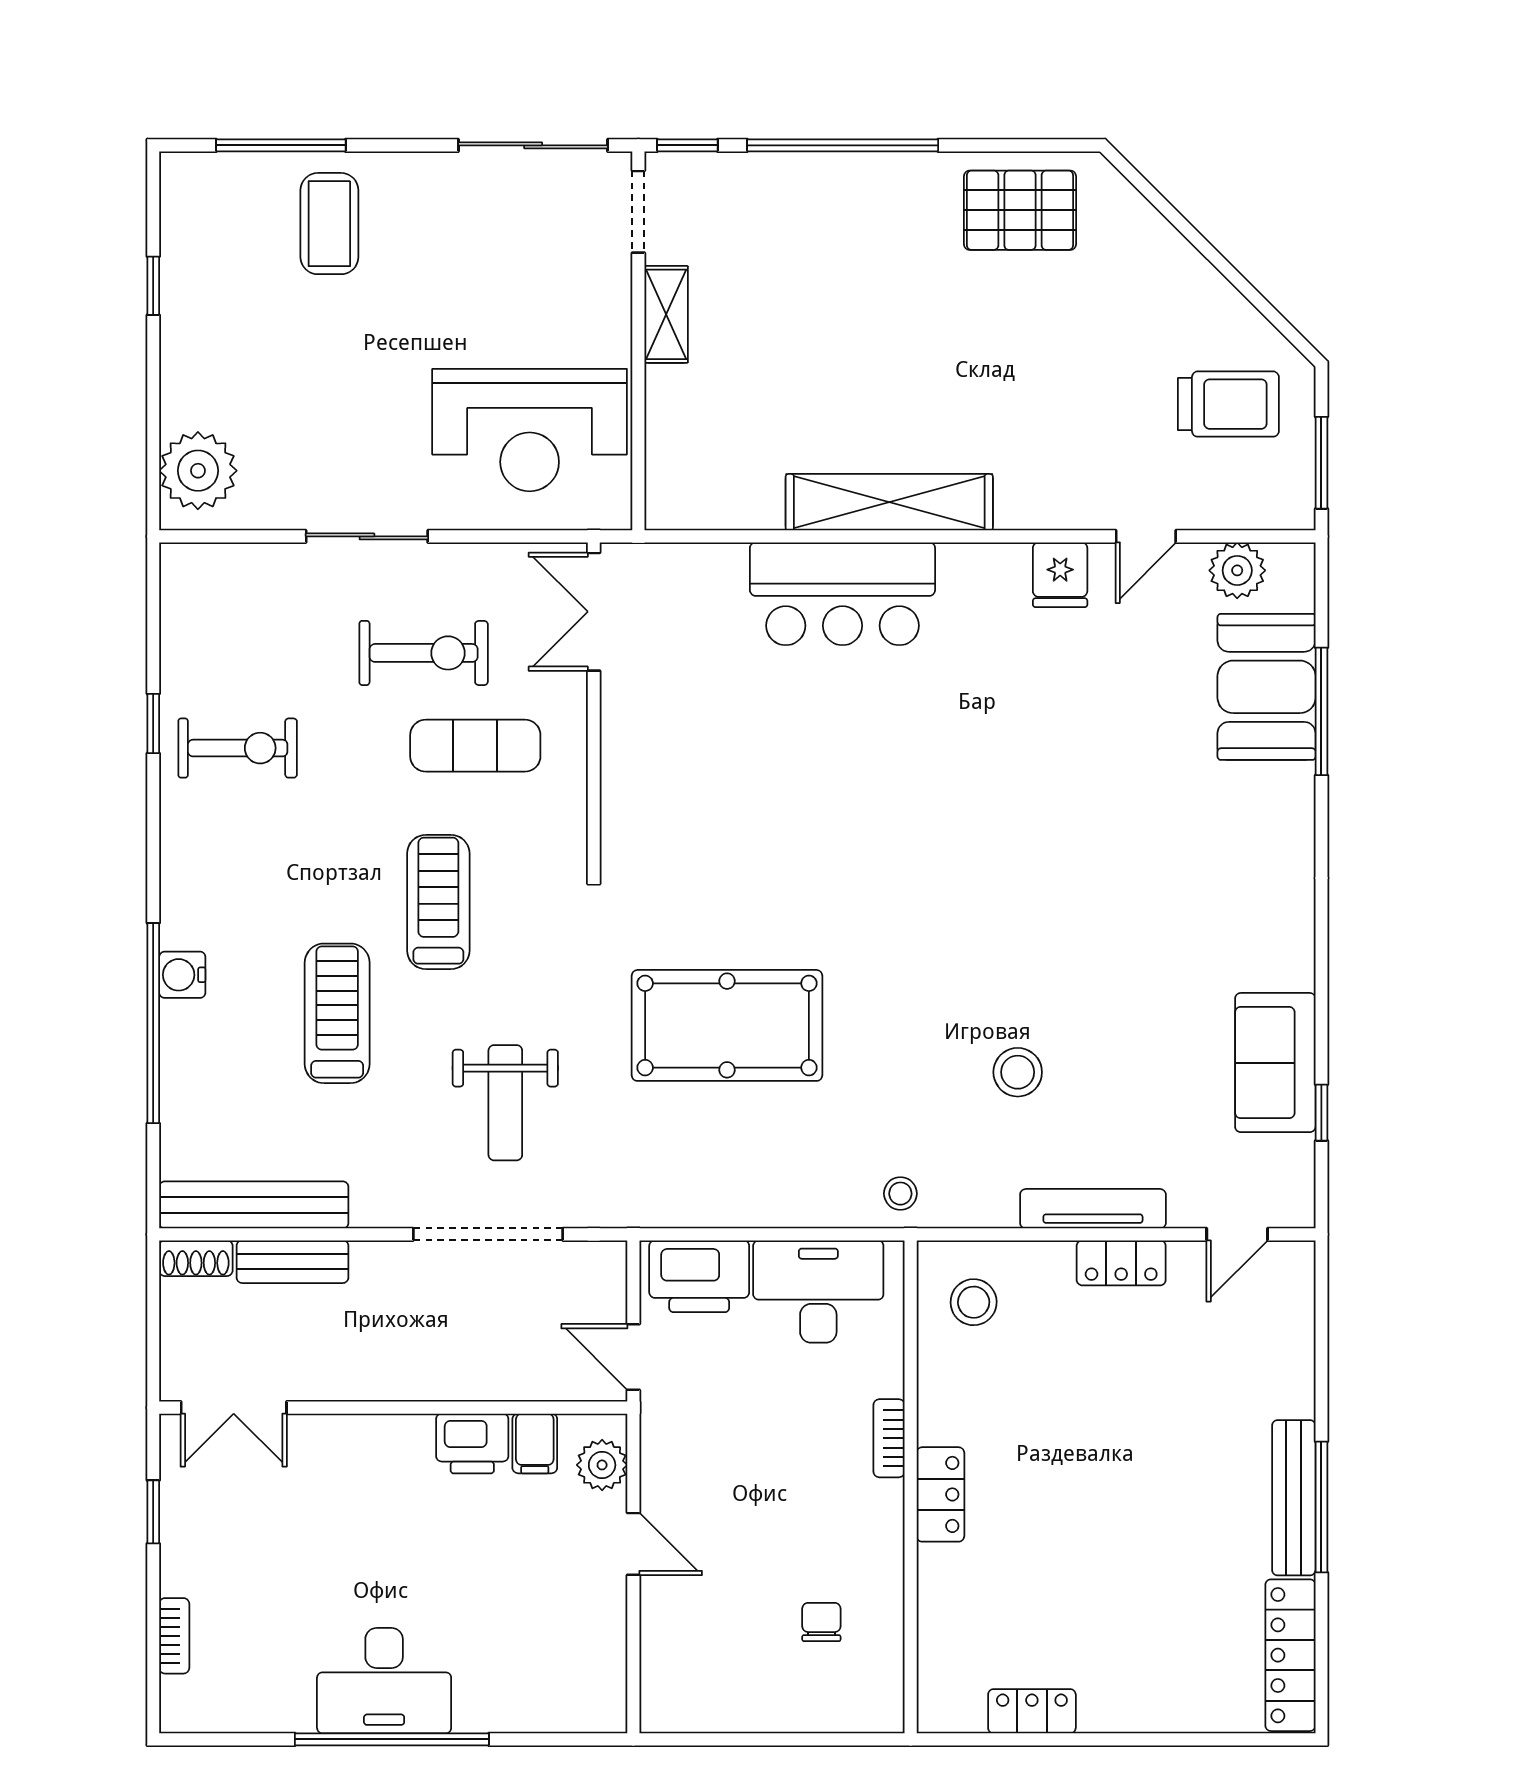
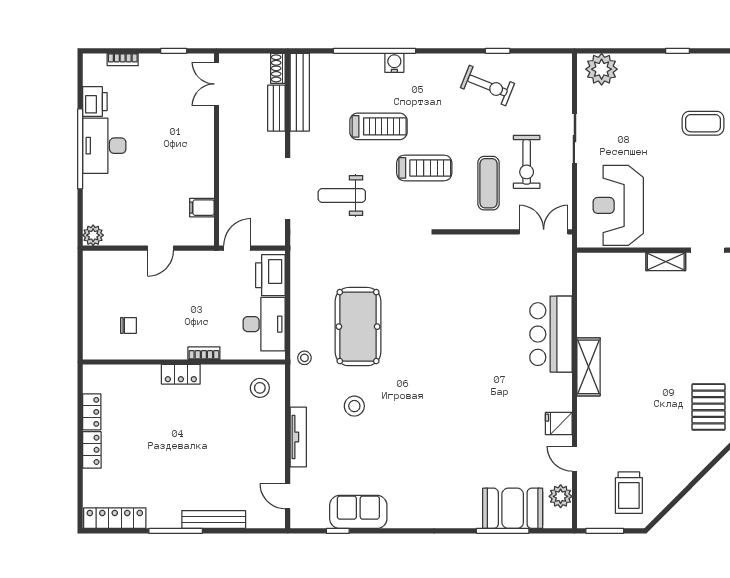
shelving: (889, 502) -> (589, 367), width x0.68
exercise bike: (238, 748) -> (488, 86), turned -68
pool table: (727, 1025) -> (358, 327), moved
locker: (1121, 1263) -> (92, 450), moved, turned 180
printer: (472, 1444) -> (95, 102), moved, turned 180
plant: (602, 1465) -> (93, 235), moved
bench: (1294, 1498) -> (214, 520), moved

